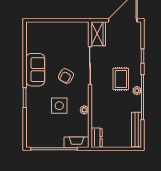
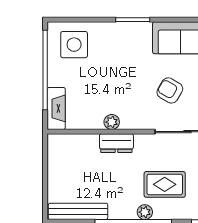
side table: (59, 106) -> (74, 45), moved
dresser: (97, 138) -> (116, 143), moved

